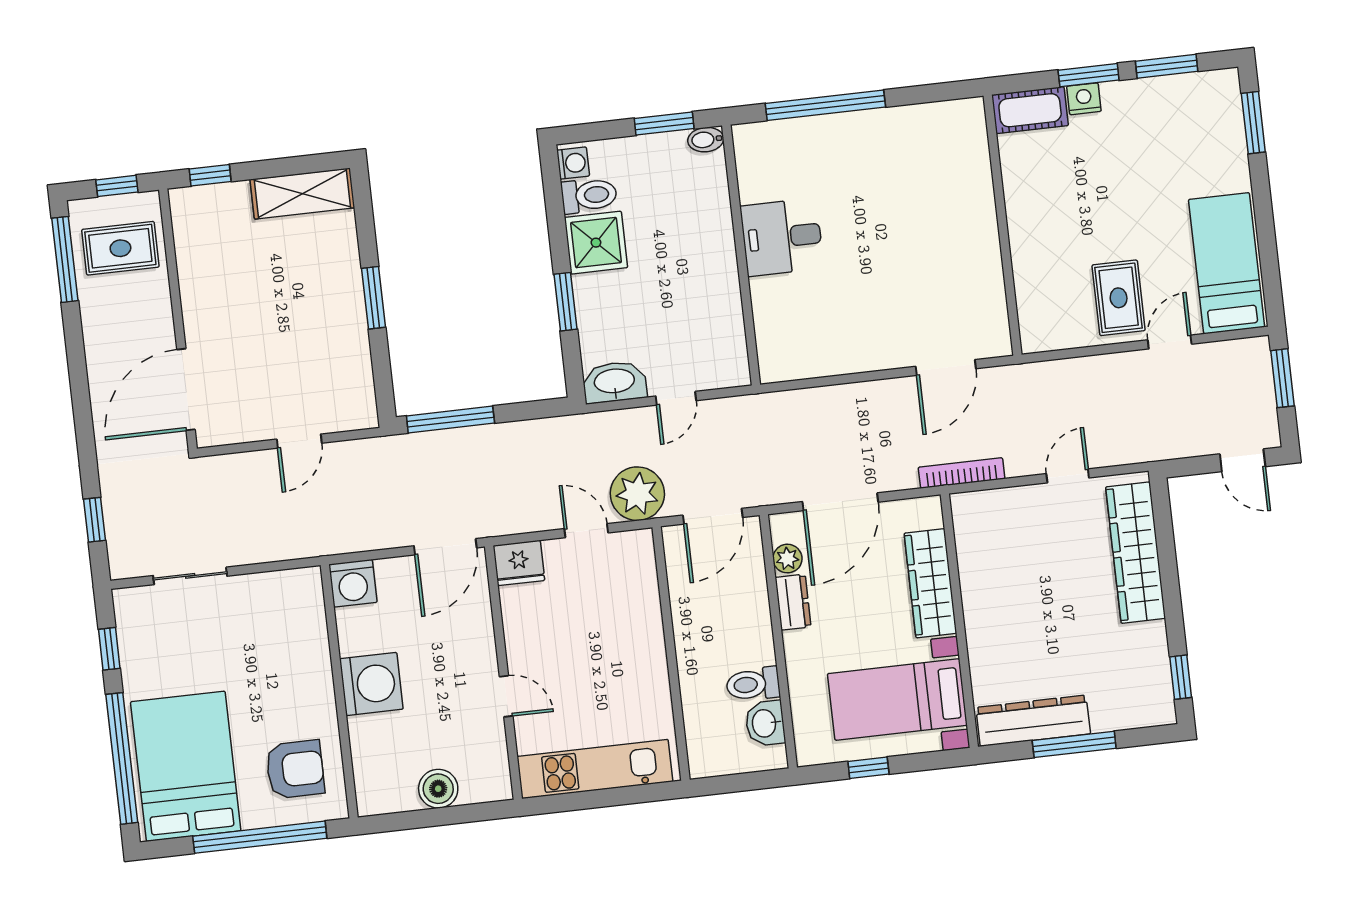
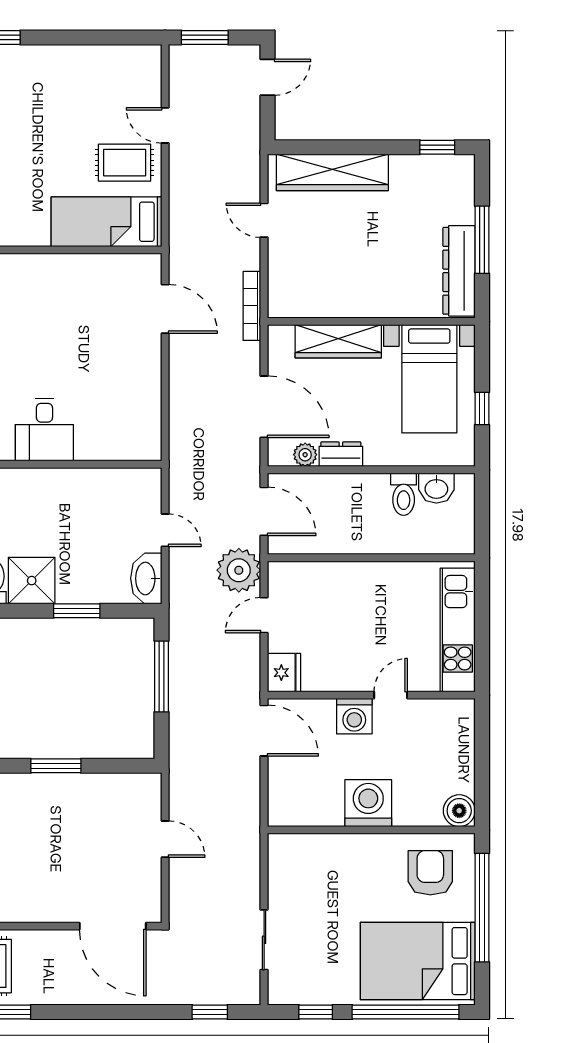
bed: (1227, 263) -> (106, 222), moved
window: (450, 420) -> (161, 676), moved
washing machine: (353, 583) -> (354, 716), moved, turned 90
boiler: (438, 789) -> (459, 811), moved

